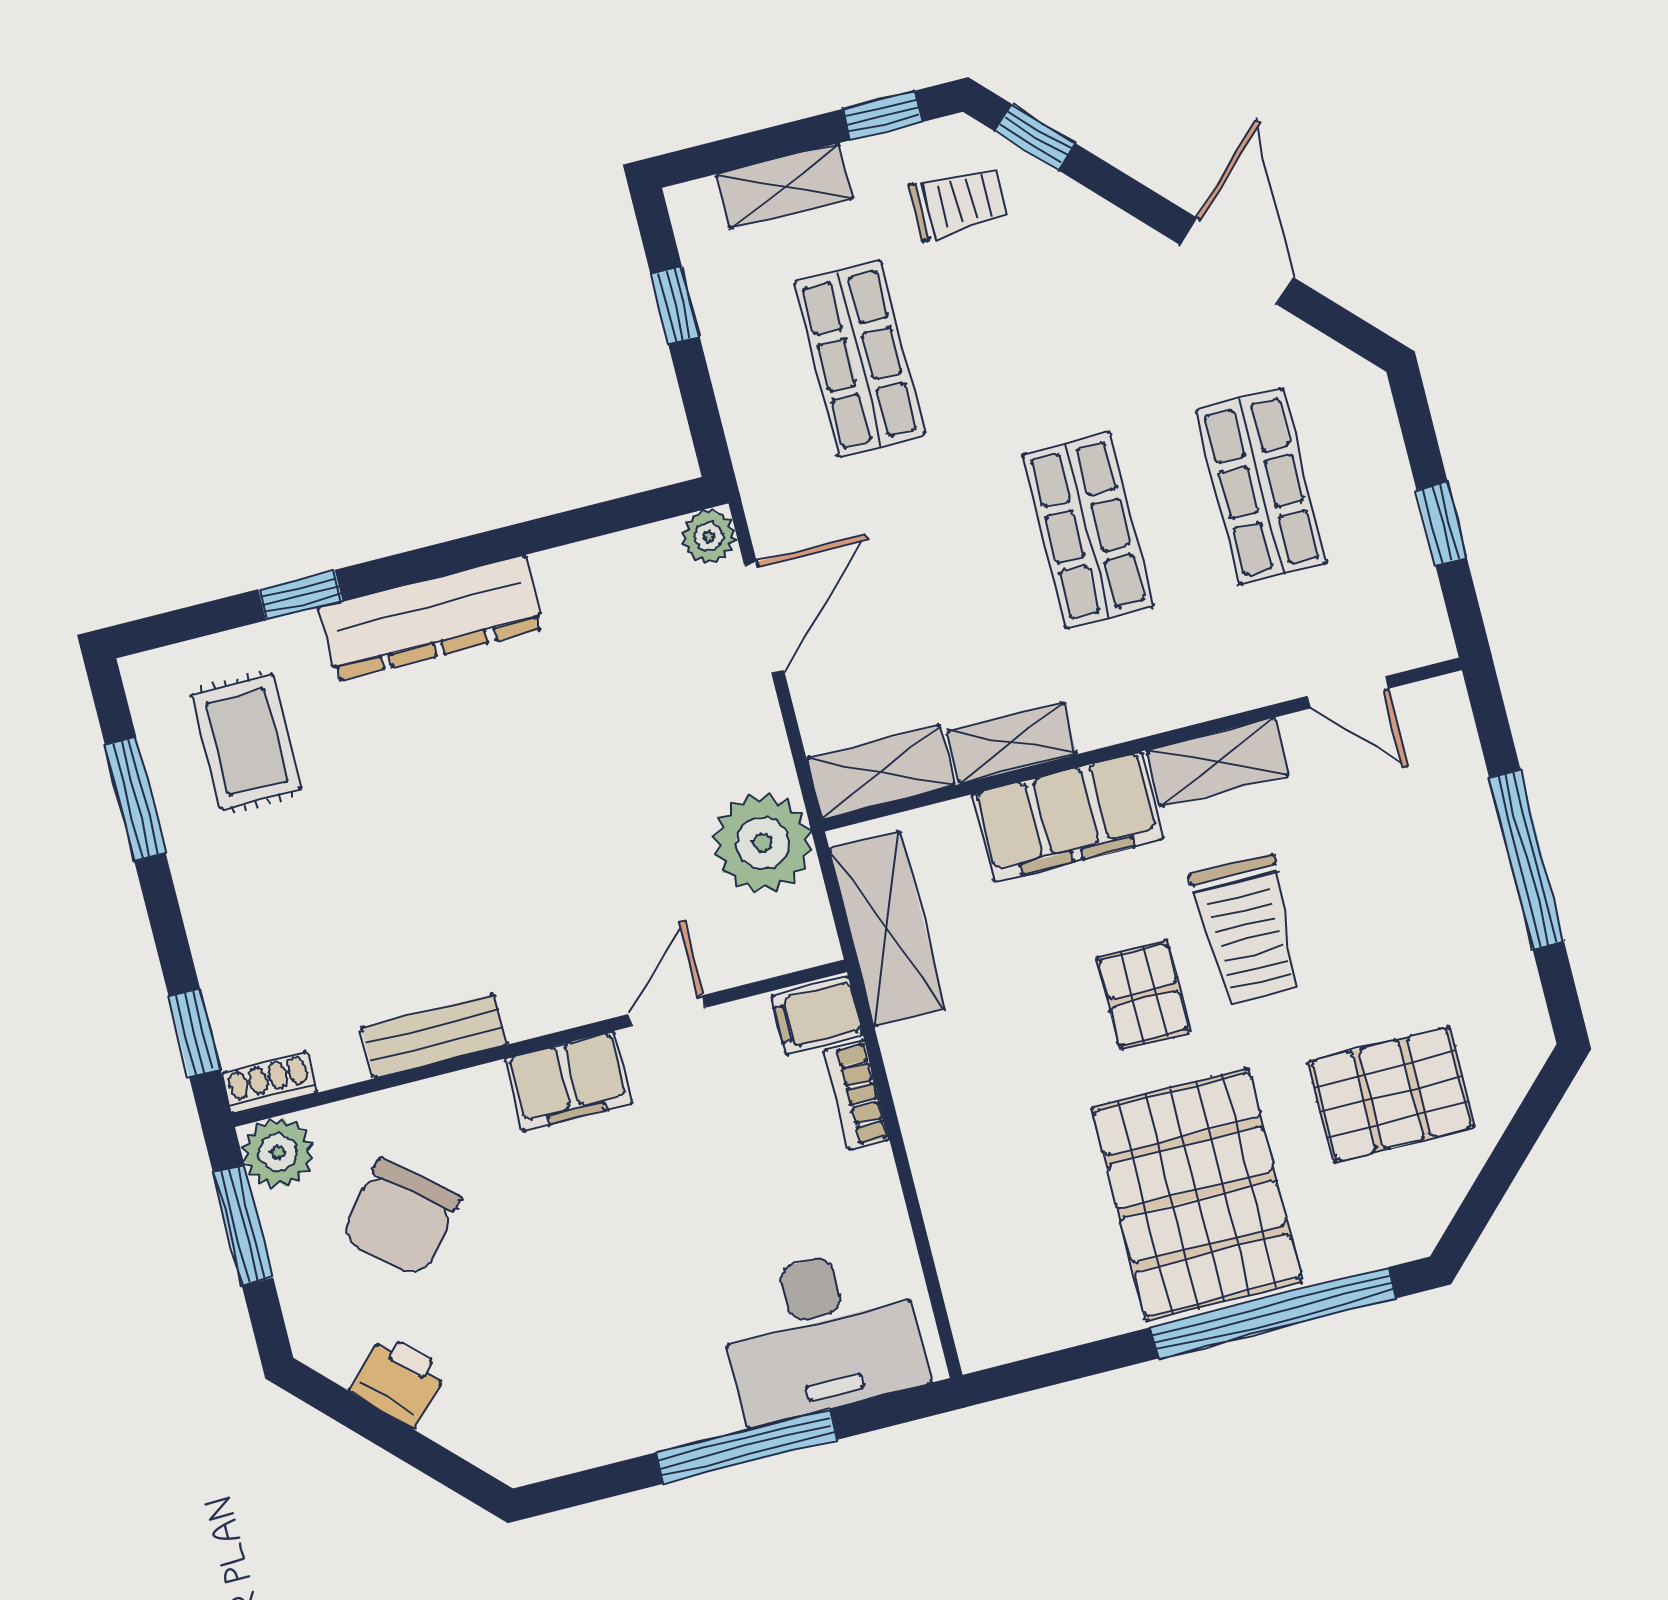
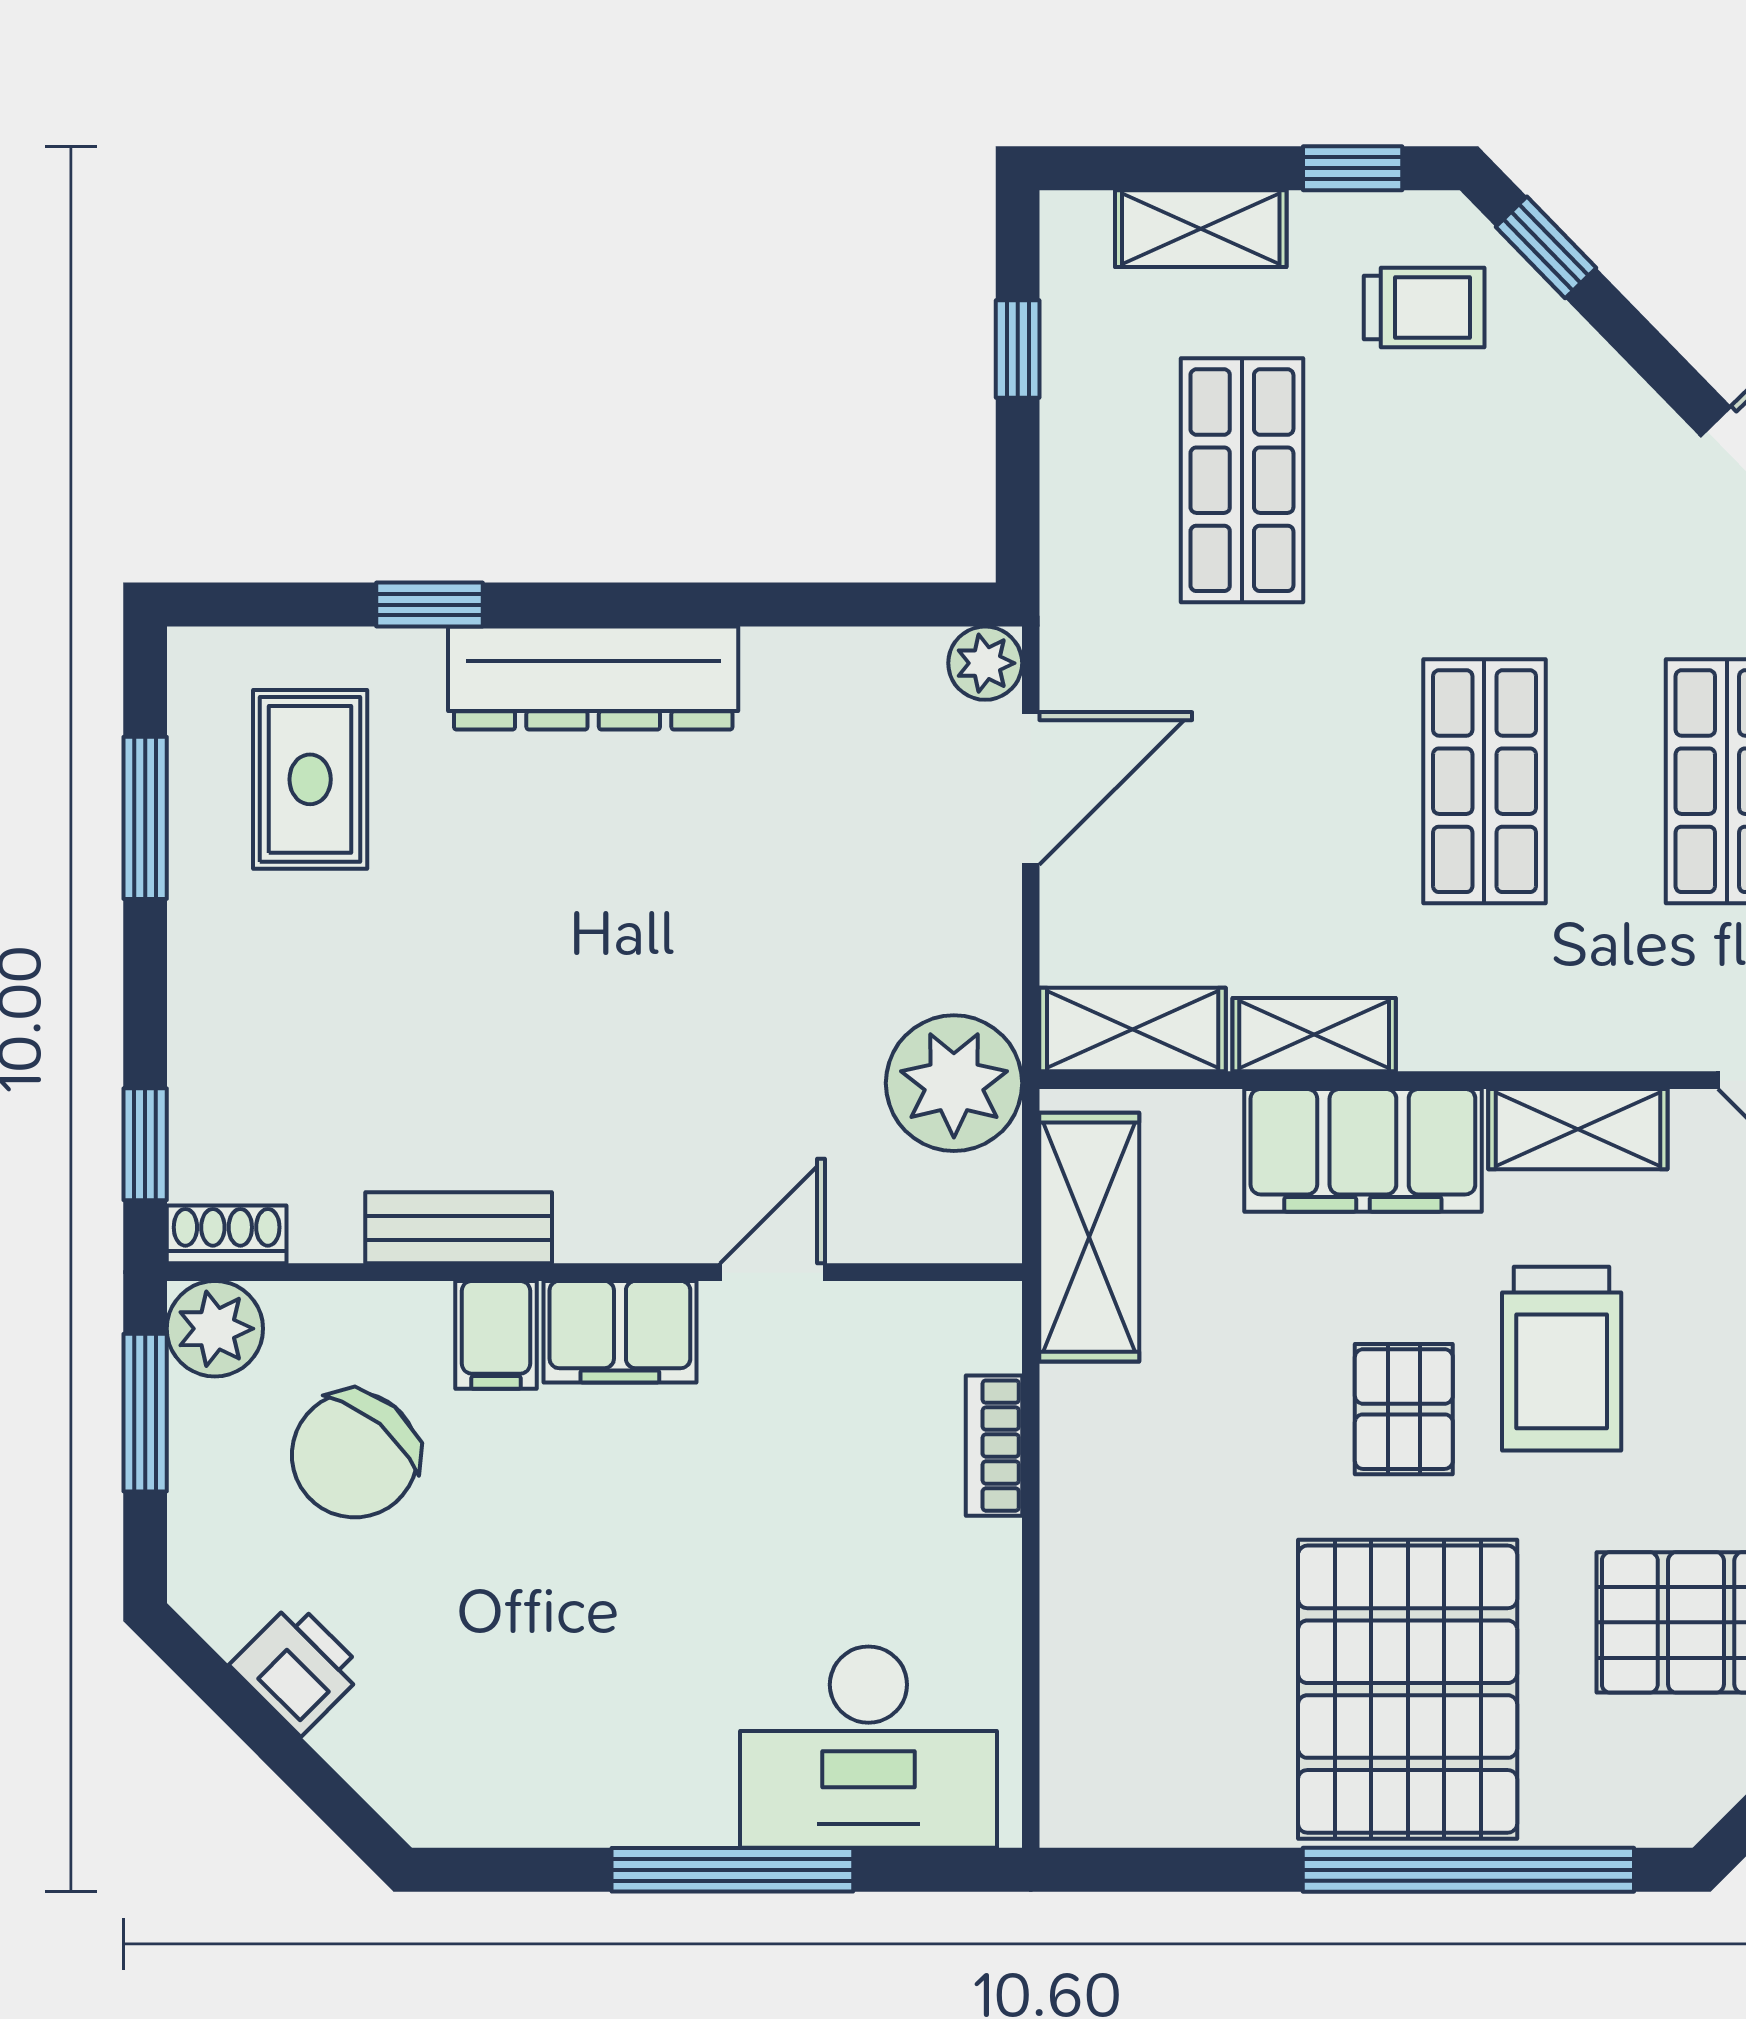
filing cabinet: (817, 1015) -> (496, 1335), moved, turned -90

